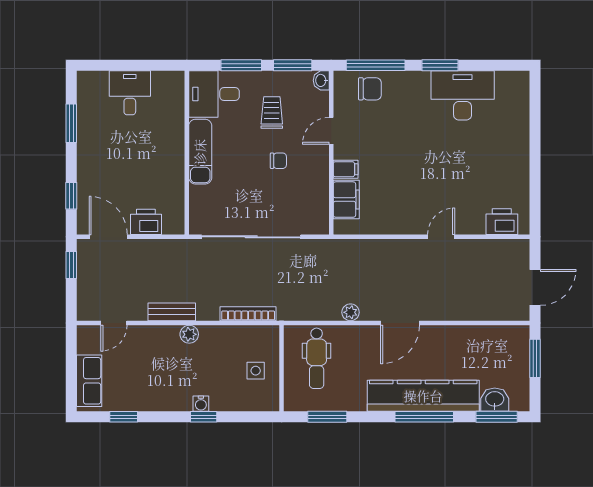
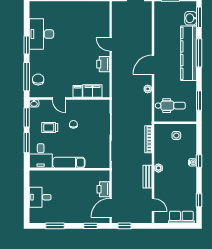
printer: (502, 222) -> (103, 64), moved
door: (400, 323) -> (153, 65), swing flipped

